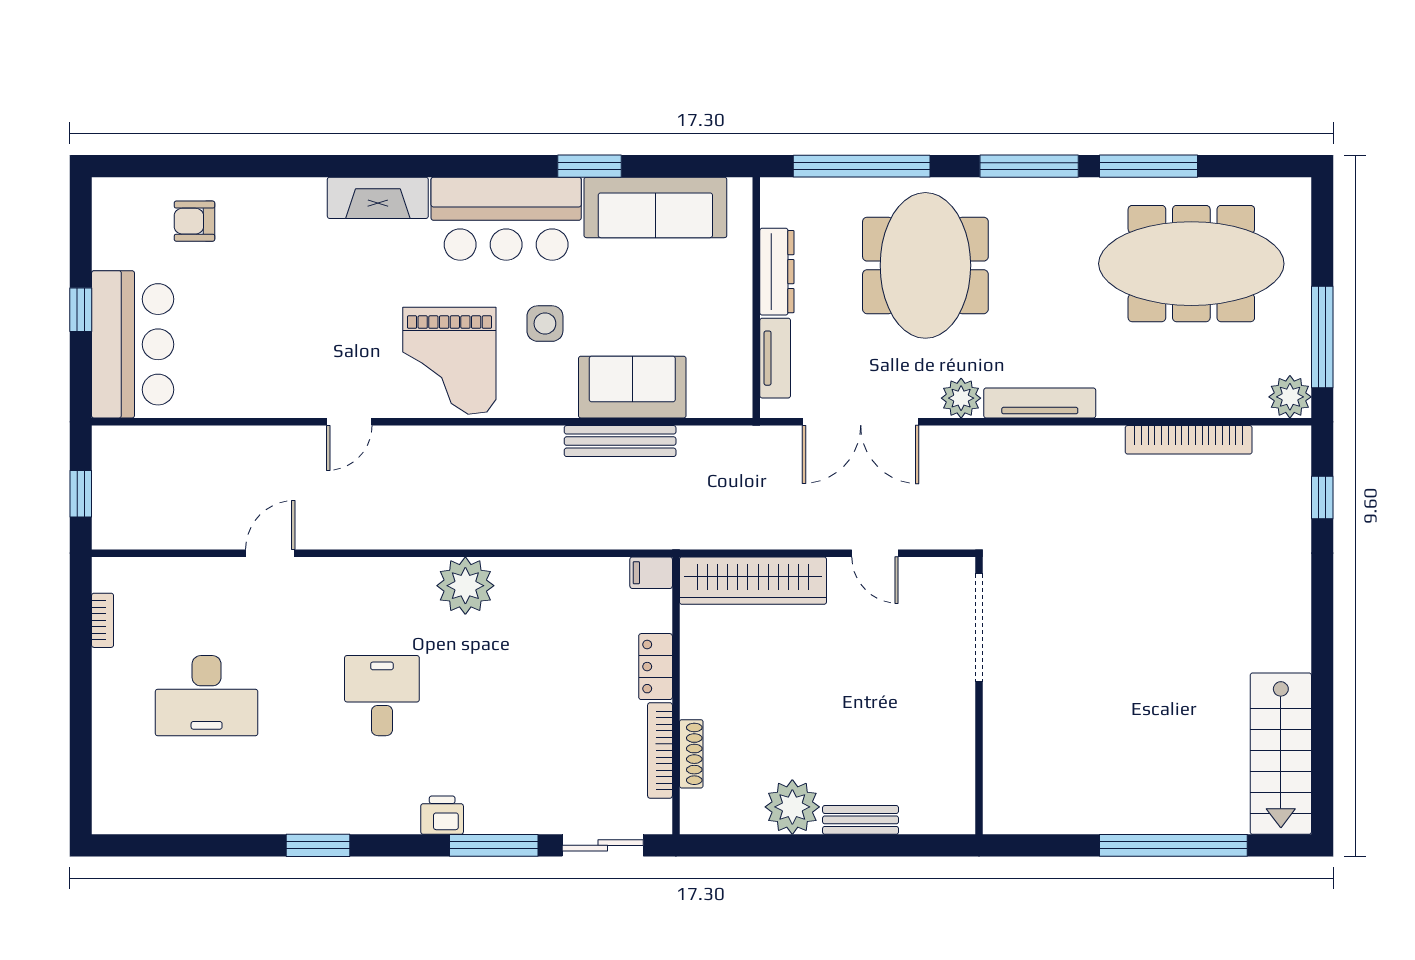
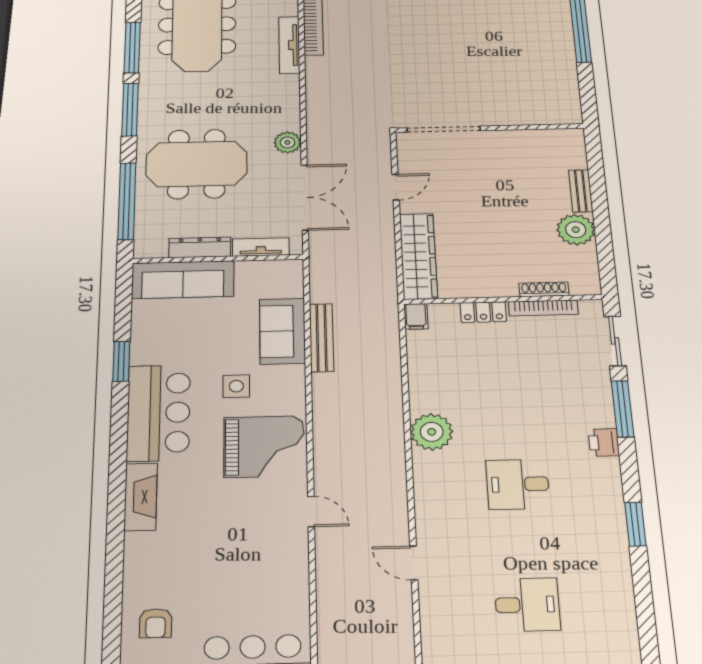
sofa: (655, 207) -> (183, 280), moved, turned 90
tv unit: (1040, 403) -> (289, 45), moved
desk: (207, 696) -> (527, 605), width x0.73

